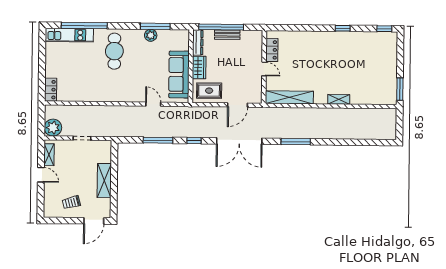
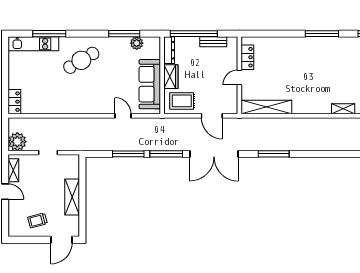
window: (84, 26) -> (49, 34), width x0.68
window: (343, 28) -> (322, 34), width x2.17
plant: (151, 35) -> (137, 43), moved
bench: (227, 35) -> (213, 42), moved
cafe table: (114, 51) -> (81, 60), turned 59
door: (264, 69) -> (239, 77), swing flipped
shelving: (339, 99) -> (343, 109), moved
door: (238, 105) -> (212, 116), hinge flipped
window: (194, 141) -> (166, 154), width x2.17

